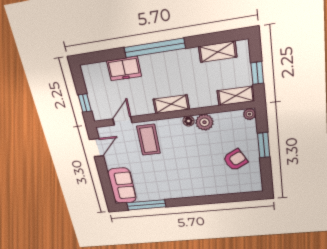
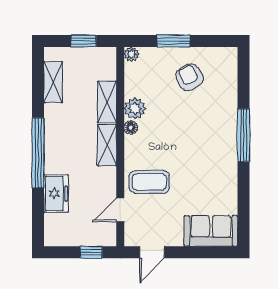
shelving: (236, 96) -> (107, 102), moved
door: (122, 121) -> (120, 210), hinge flipped
door: (97, 148) -> (152, 252), swing flipped
window: (146, 205) -> (244, 135), moved

